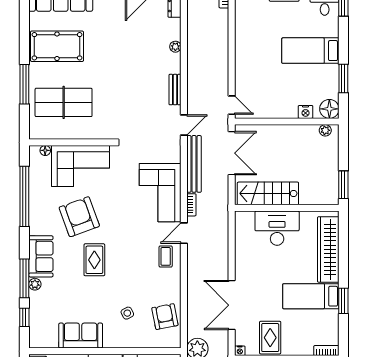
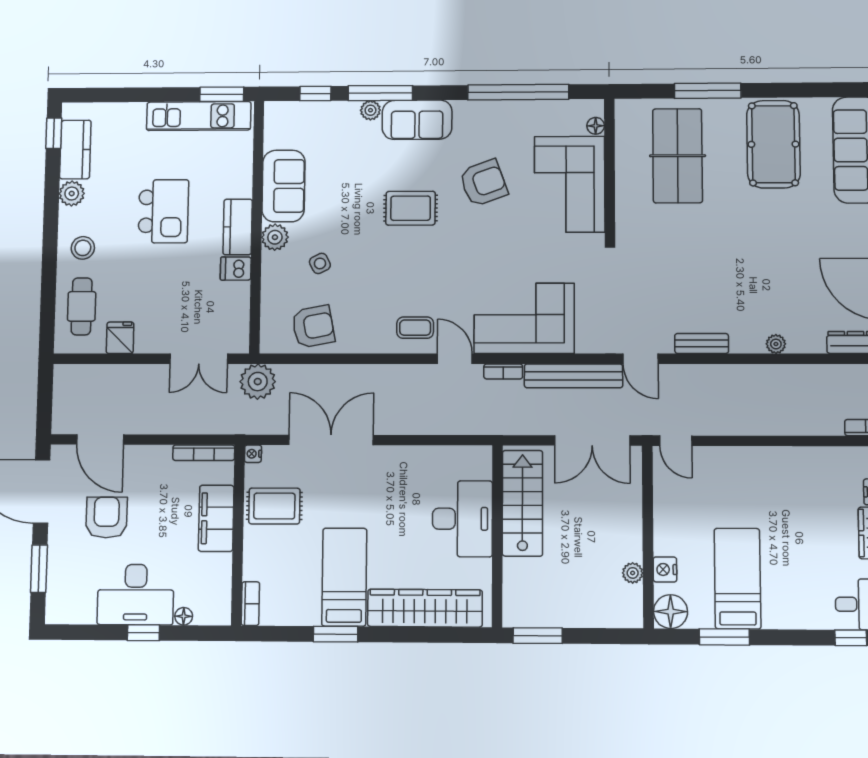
bed: (310, 51) -> (737, 579), moved
door: (232, 105) -> (676, 441), hinge flipped
plant: (325, 130) -> (633, 573), moved
armchair: (79, 217) -> (483, 183), width x0.73, depth x0.73
plant: (112, 340) -> (275, 237), added

